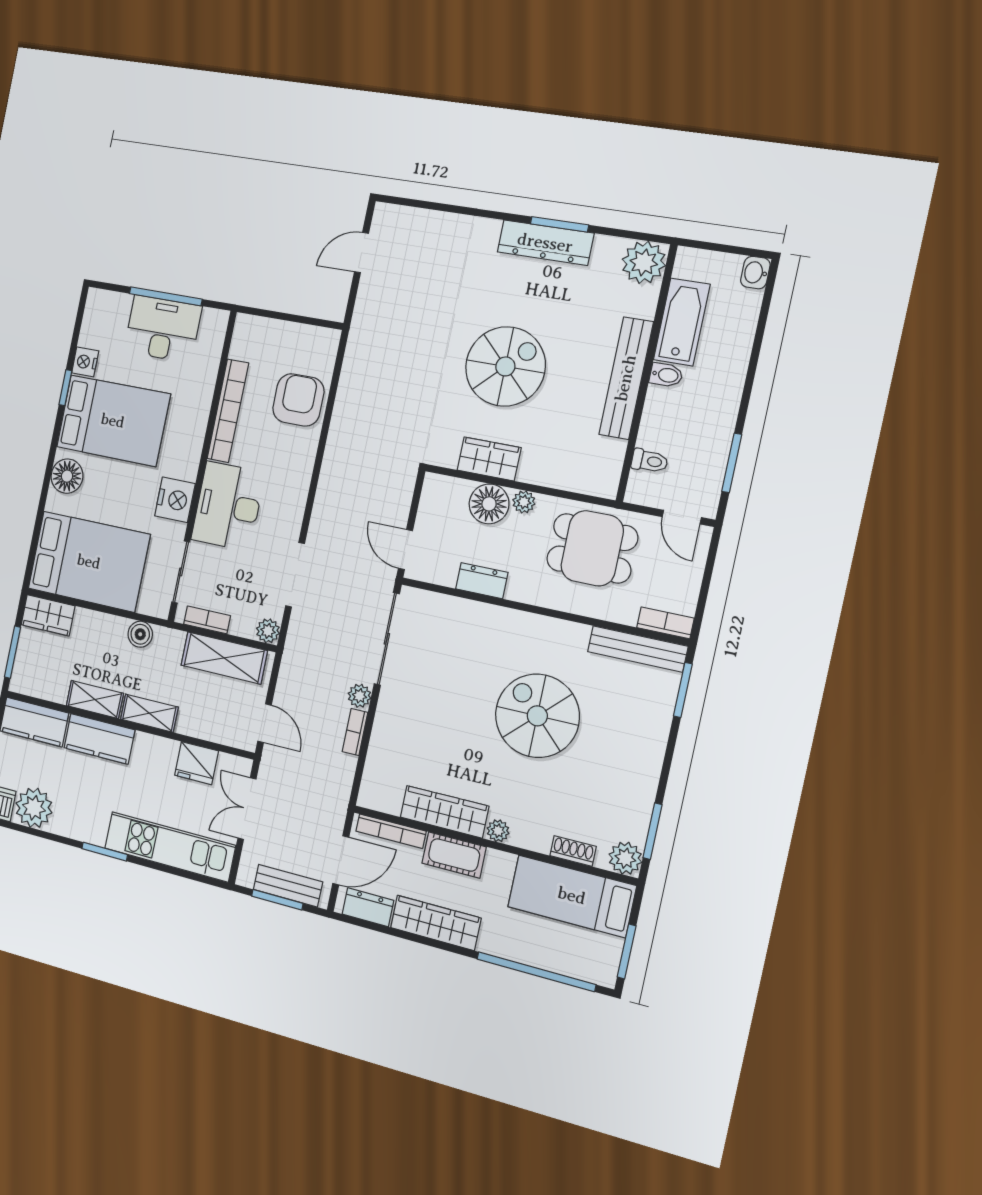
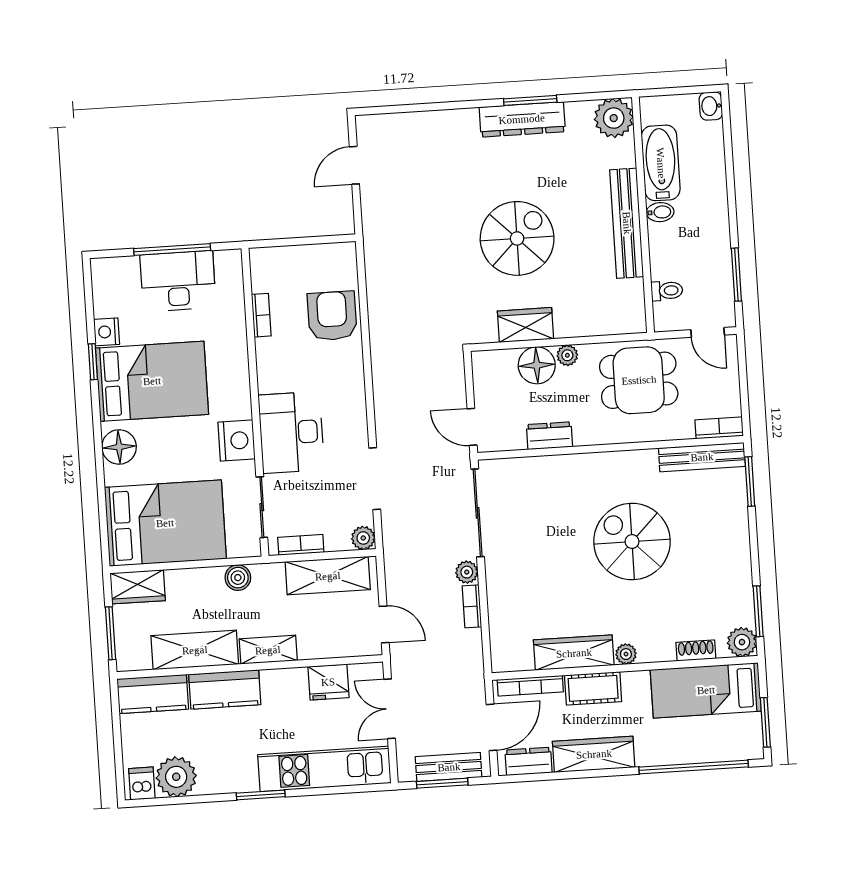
bookcase: (228, 411) -> (261, 315), width x0.43, depth x0.76
shelving: (95, 699) -> (195, 650), width x1.50, depth x1.33

